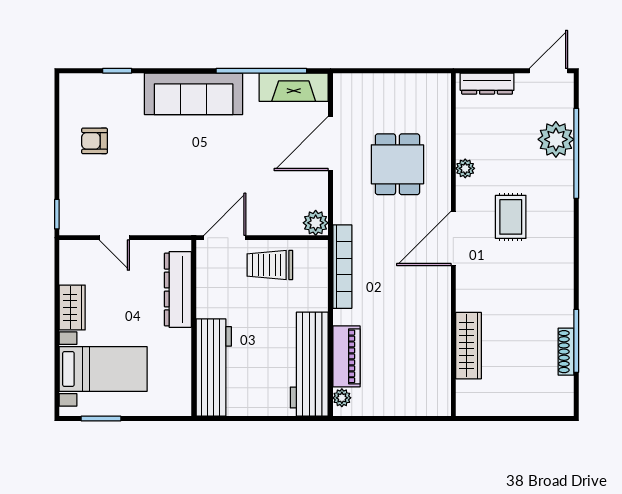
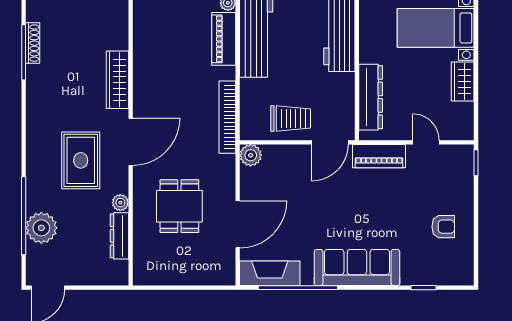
dresser: (487, 84) -> (120, 236), moved, turned -90
rug: (511, 217) -> (81, 160), width x1.36, depth x1.43
piano: (168, 222) -> (379, 156), added
wardrobe: (469, 346) -> (117, 80), moved

